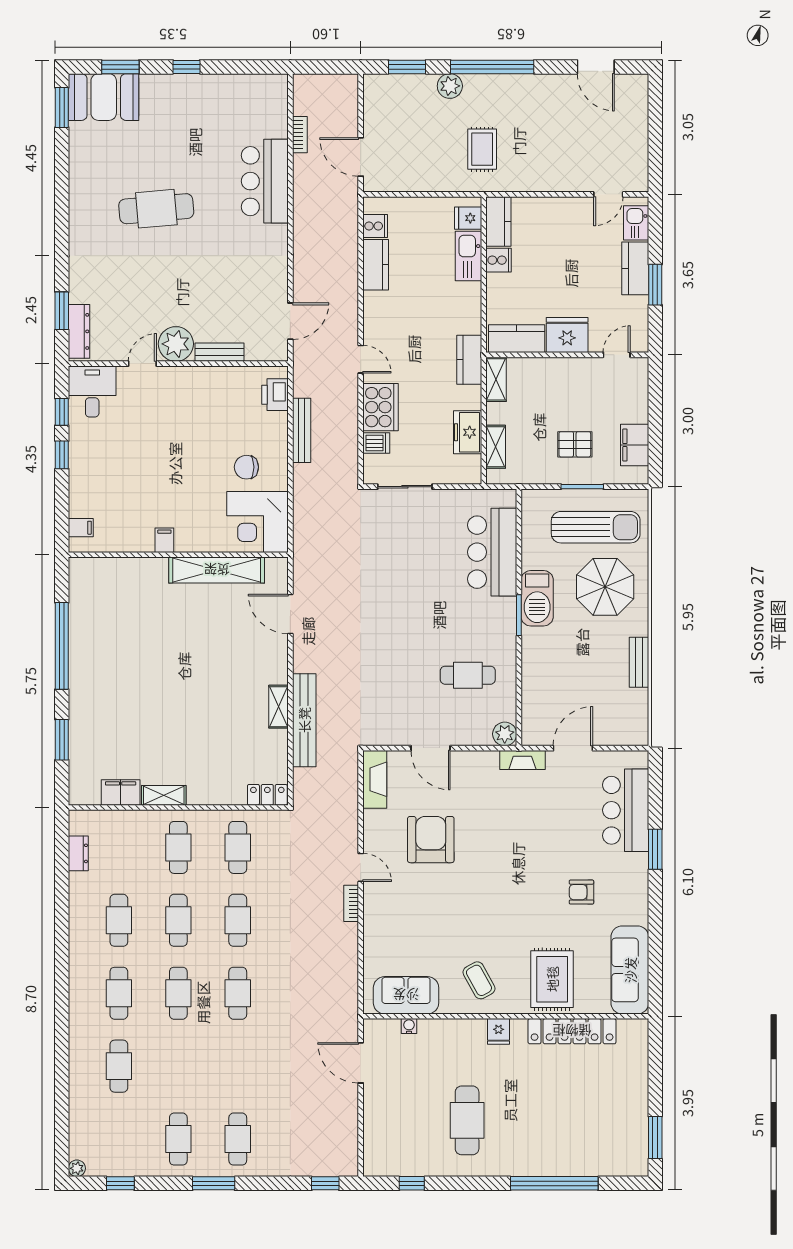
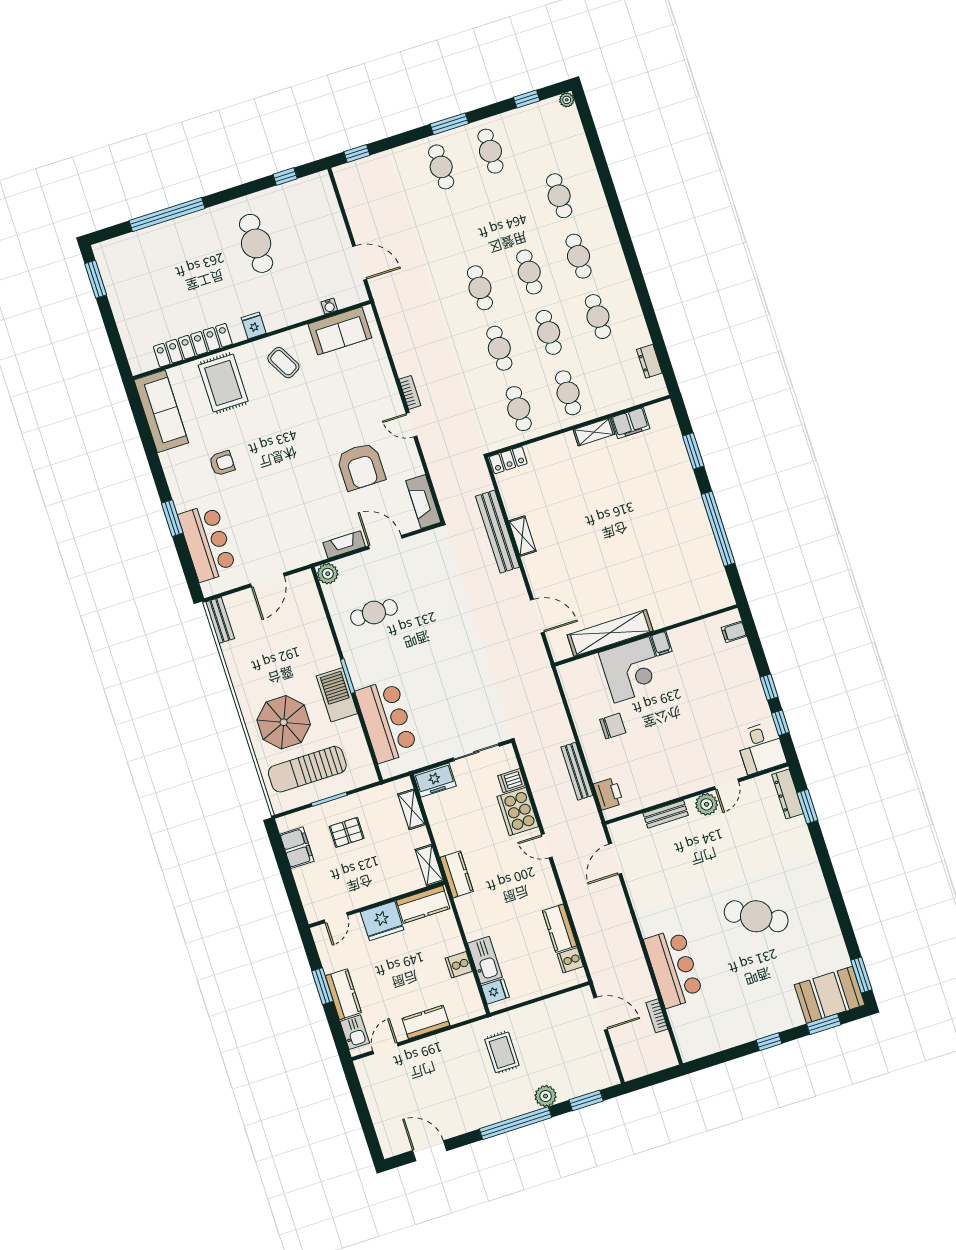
cafe table: (156, 209) -> (756, 916), turned 35
kitchen counter: (498, 221) -> (426, 1022), moved, turned 90
plant: (176, 344) -> (707, 804), width x0.73, depth x0.73
freezer: (468, 432) -> (435, 780), moved, turned 90
corner desk: (258, 522) -> (632, 670), moved, turned 90
bench: (639, 662) -> (220, 620), moved
fireplace: (522, 760) -> (344, 545), moved

